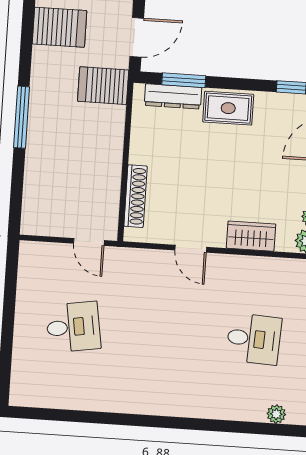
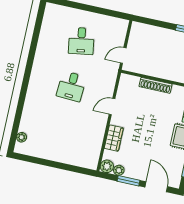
shoe rack: (135, 196) -> (156, 85), moved
desk: (254, 339) -> (71, 86), moved

